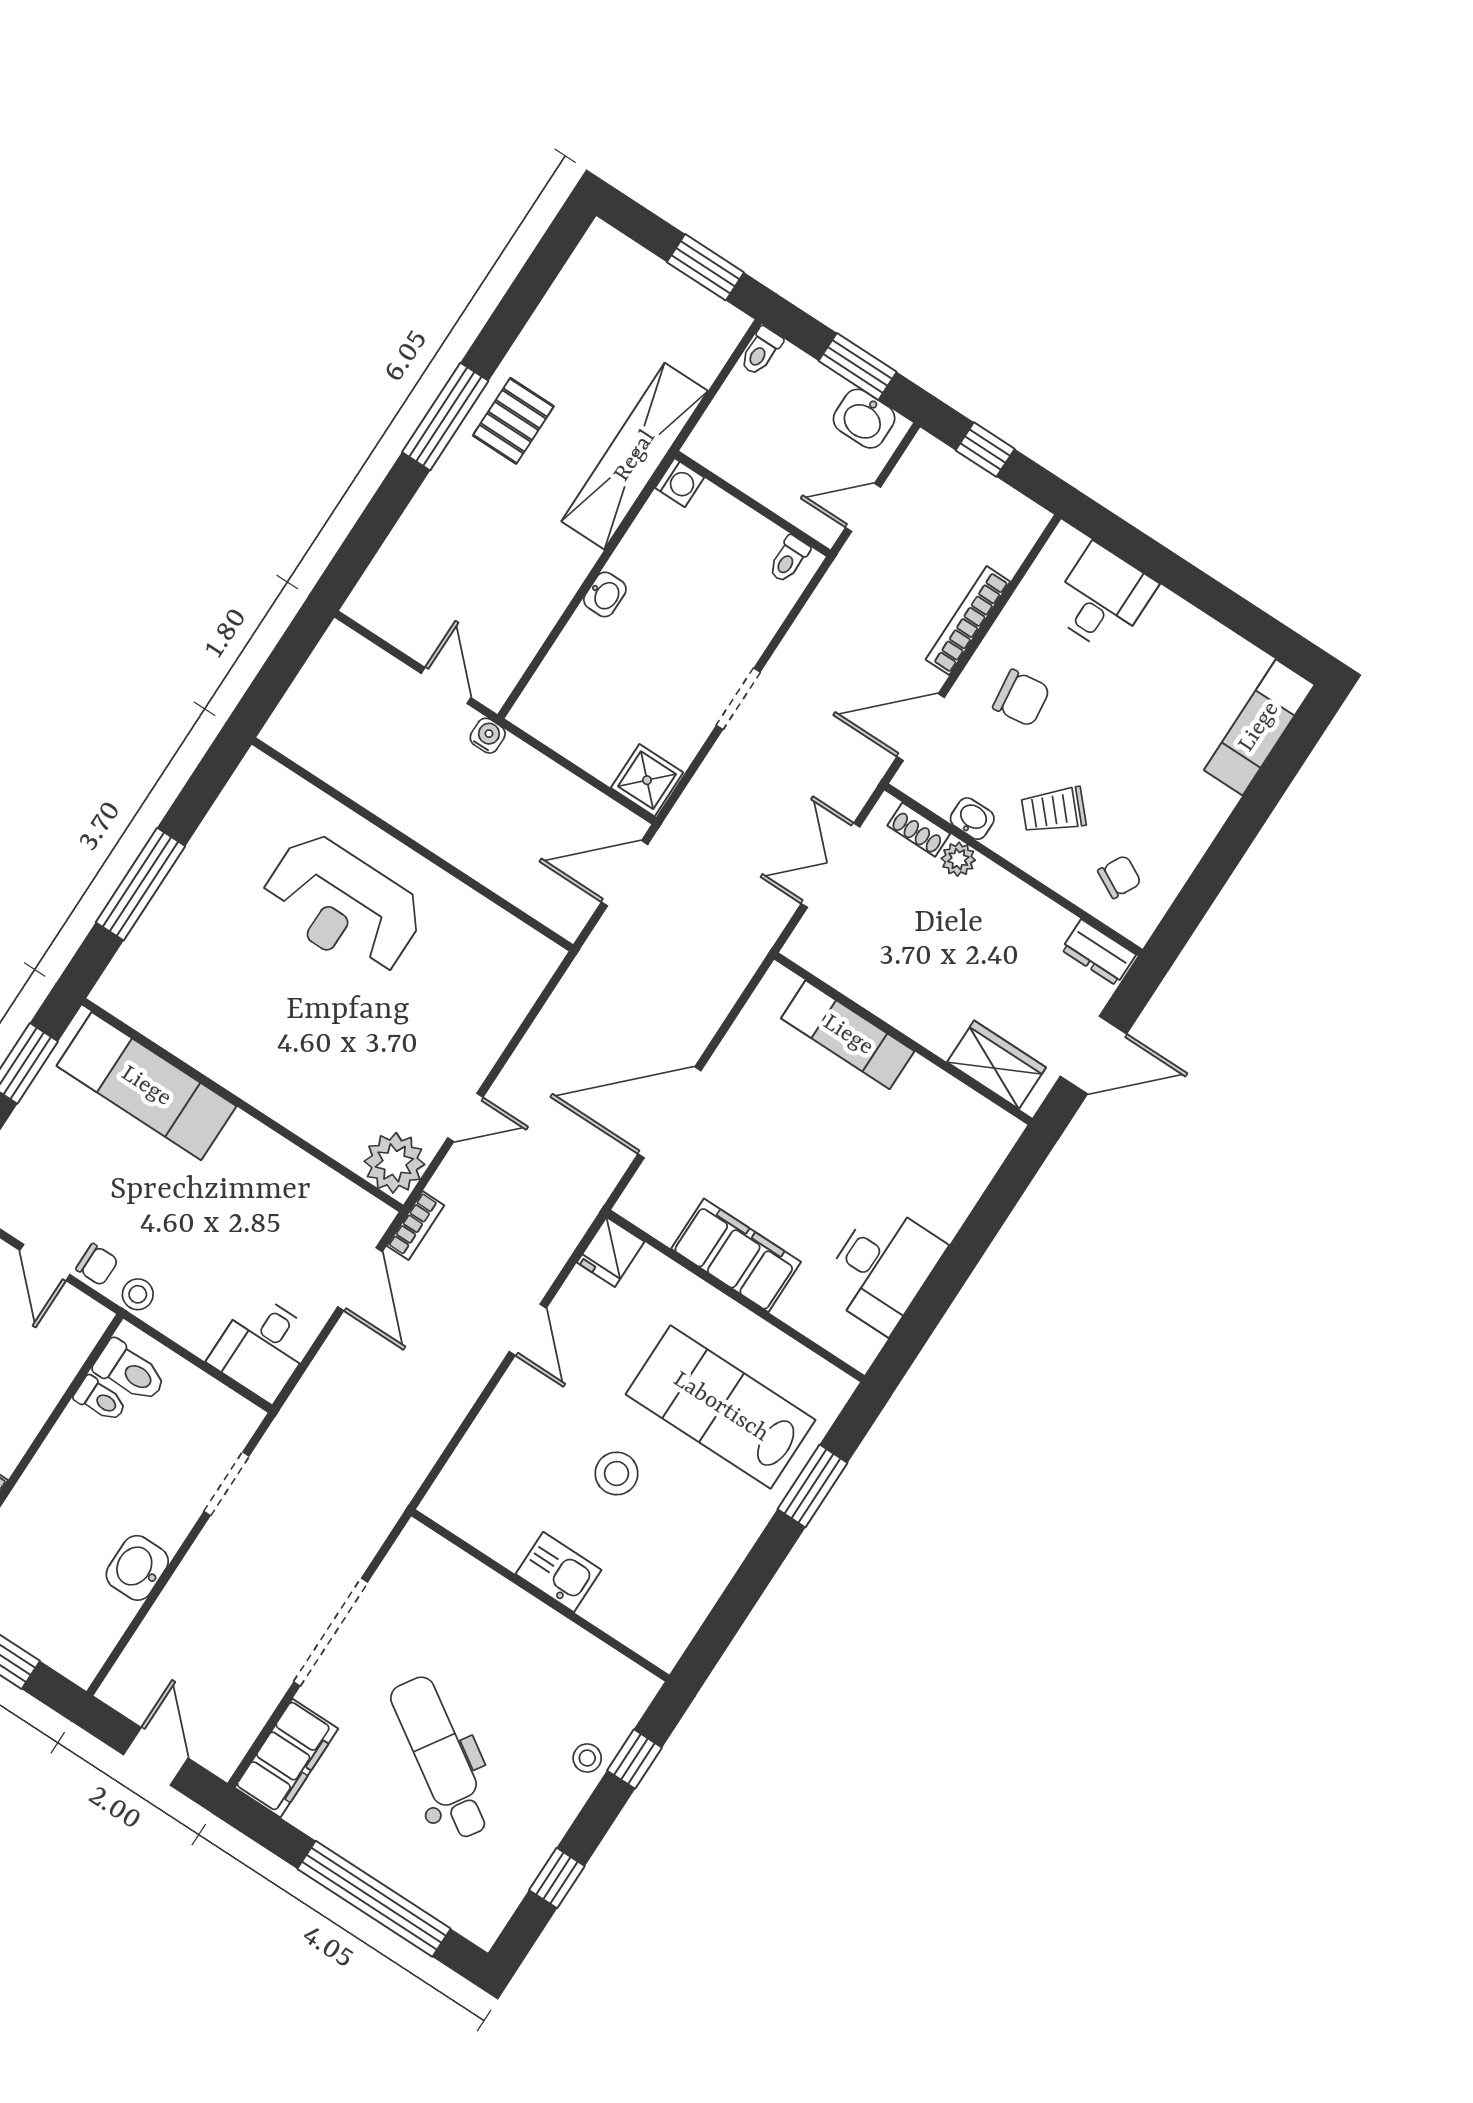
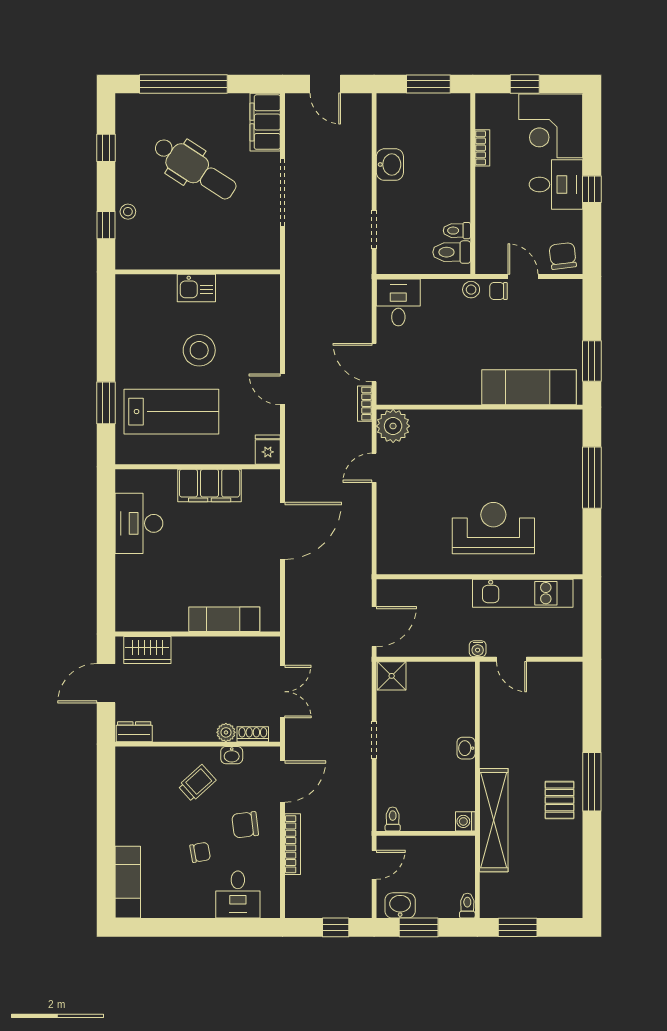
kitchen unit: (363, 776) -> (523, 593), added
chair: (1120, 877) -> (200, 852), moved, turned -128
stool: (617, 1473) -> (199, 350), width x1.38, depth x1.38

